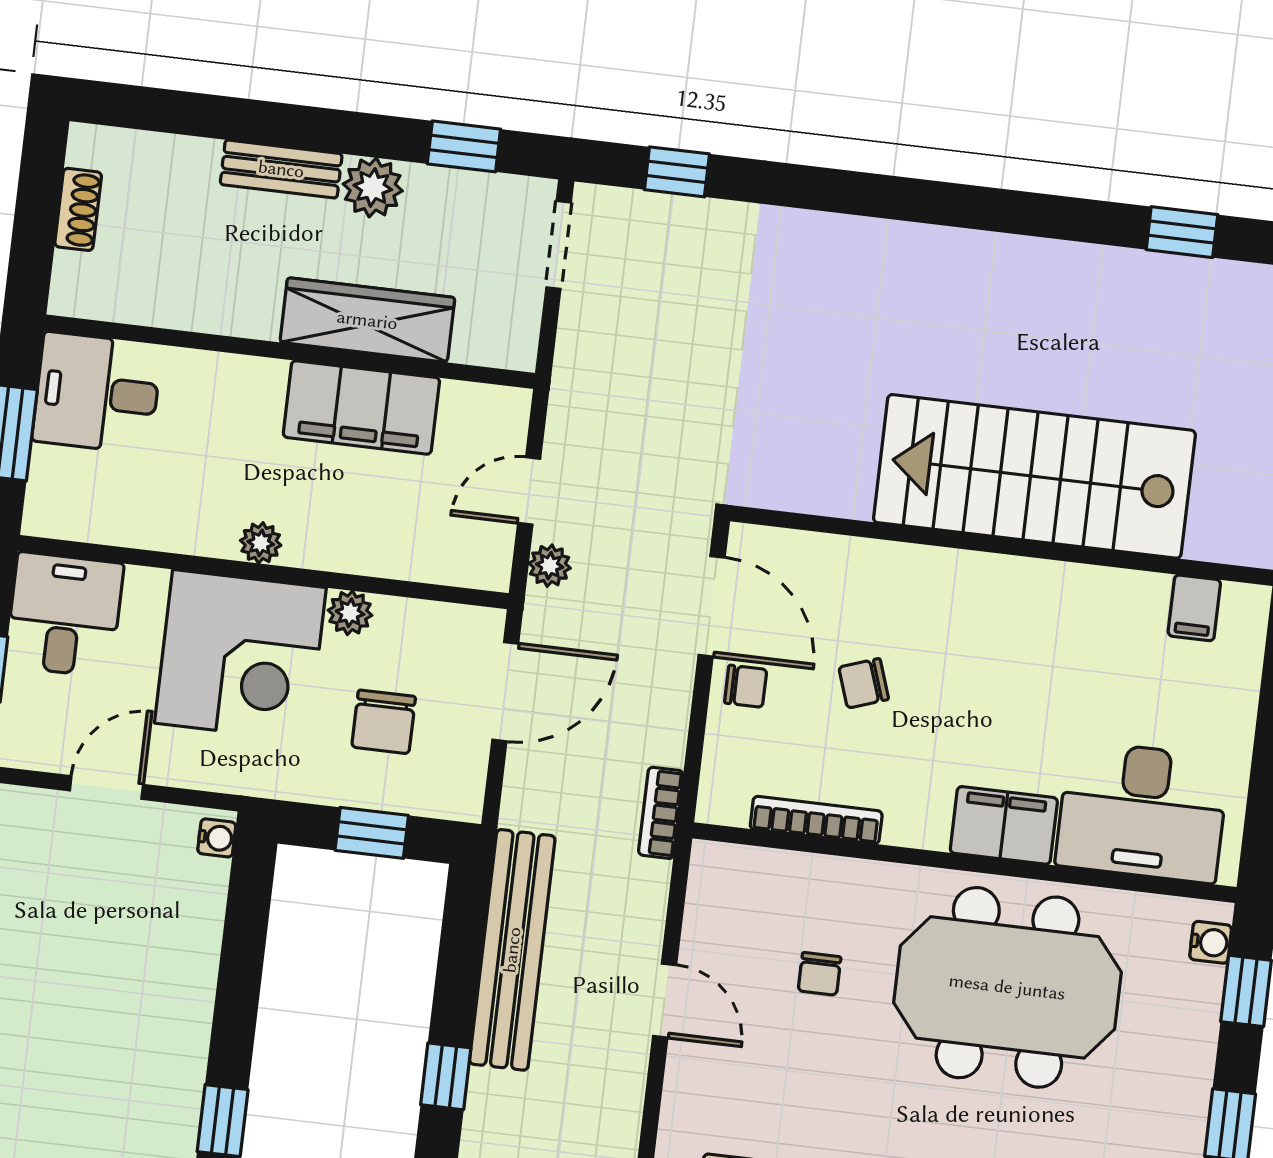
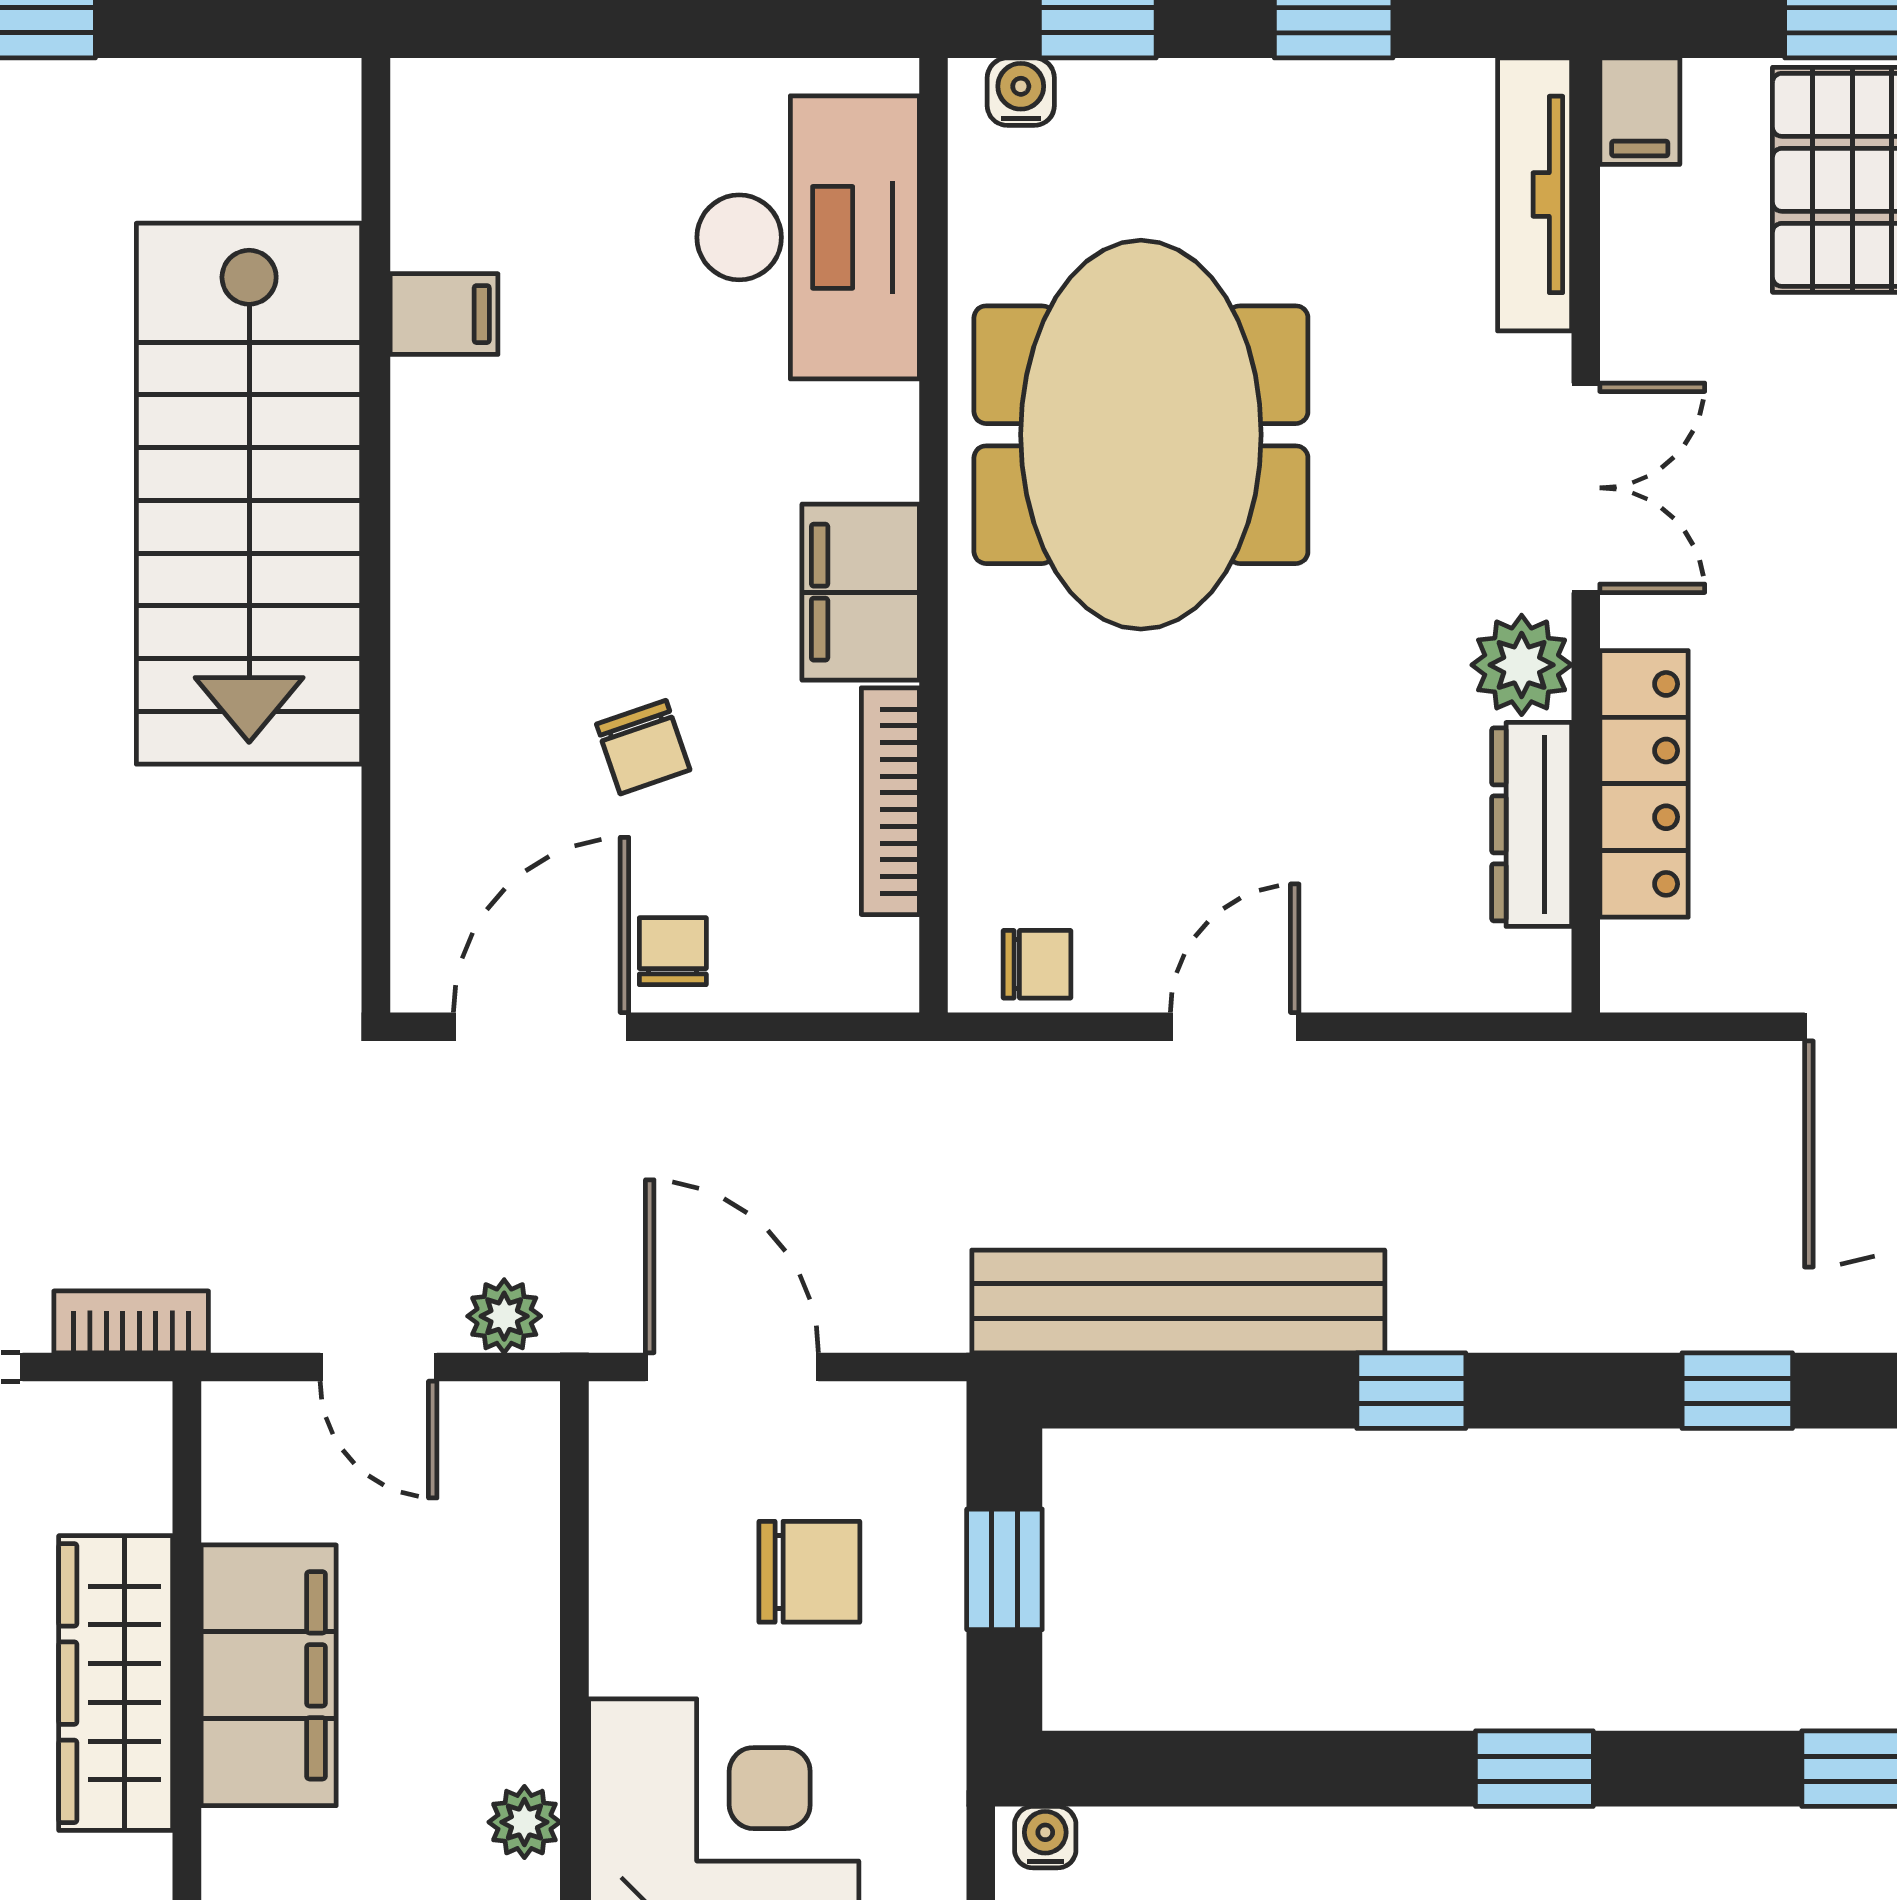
filing cabinet: (1194, 608) -> (444, 314), moved
plant: (350, 613) -> (627, 1653), removed
bookcase: (661, 813) -> (131, 1322), moved, turned 180
filing cabinet: (1004, 825) -> (861, 592), moved
chair: (819, 974) -> (1037, 964), moved

